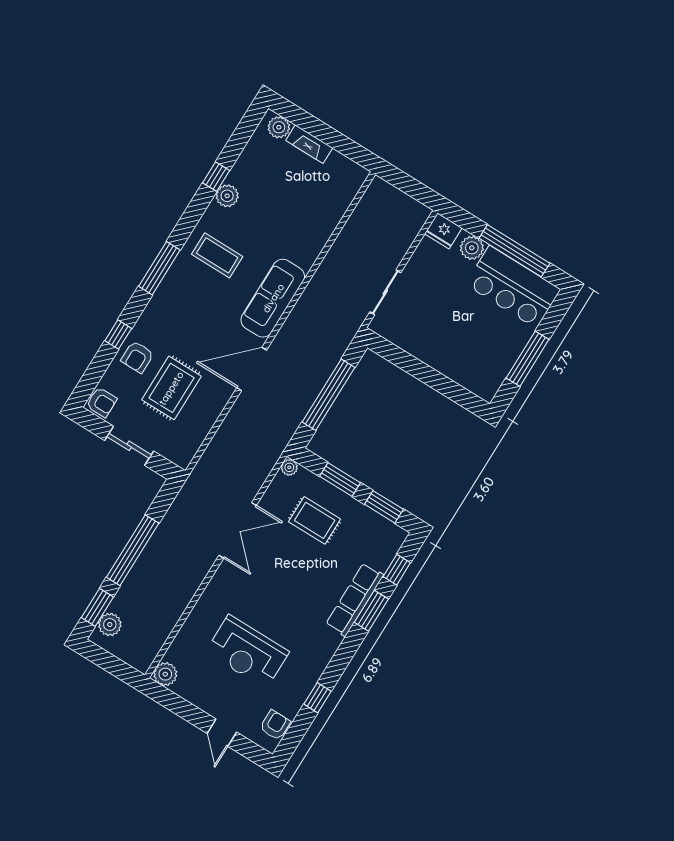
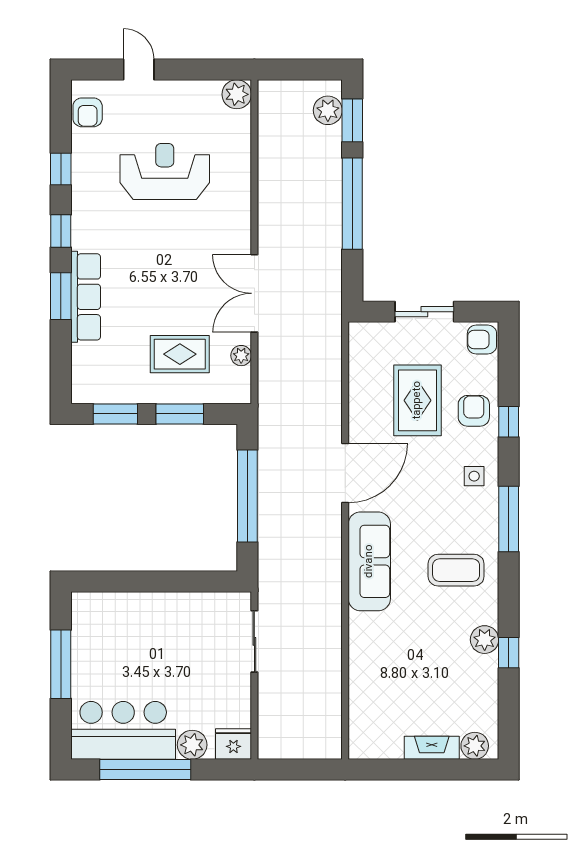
side table: (165, 312) -> (474, 476), added
plant: (289, 467) -> (241, 356), moved
window: (397, 570) -> (61, 231), moved

